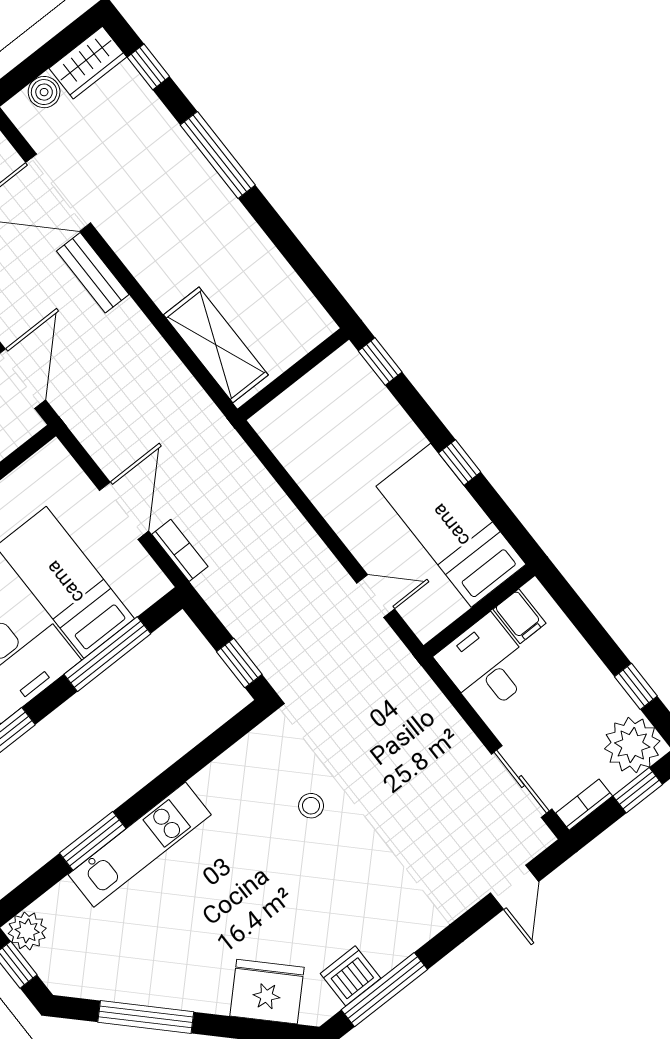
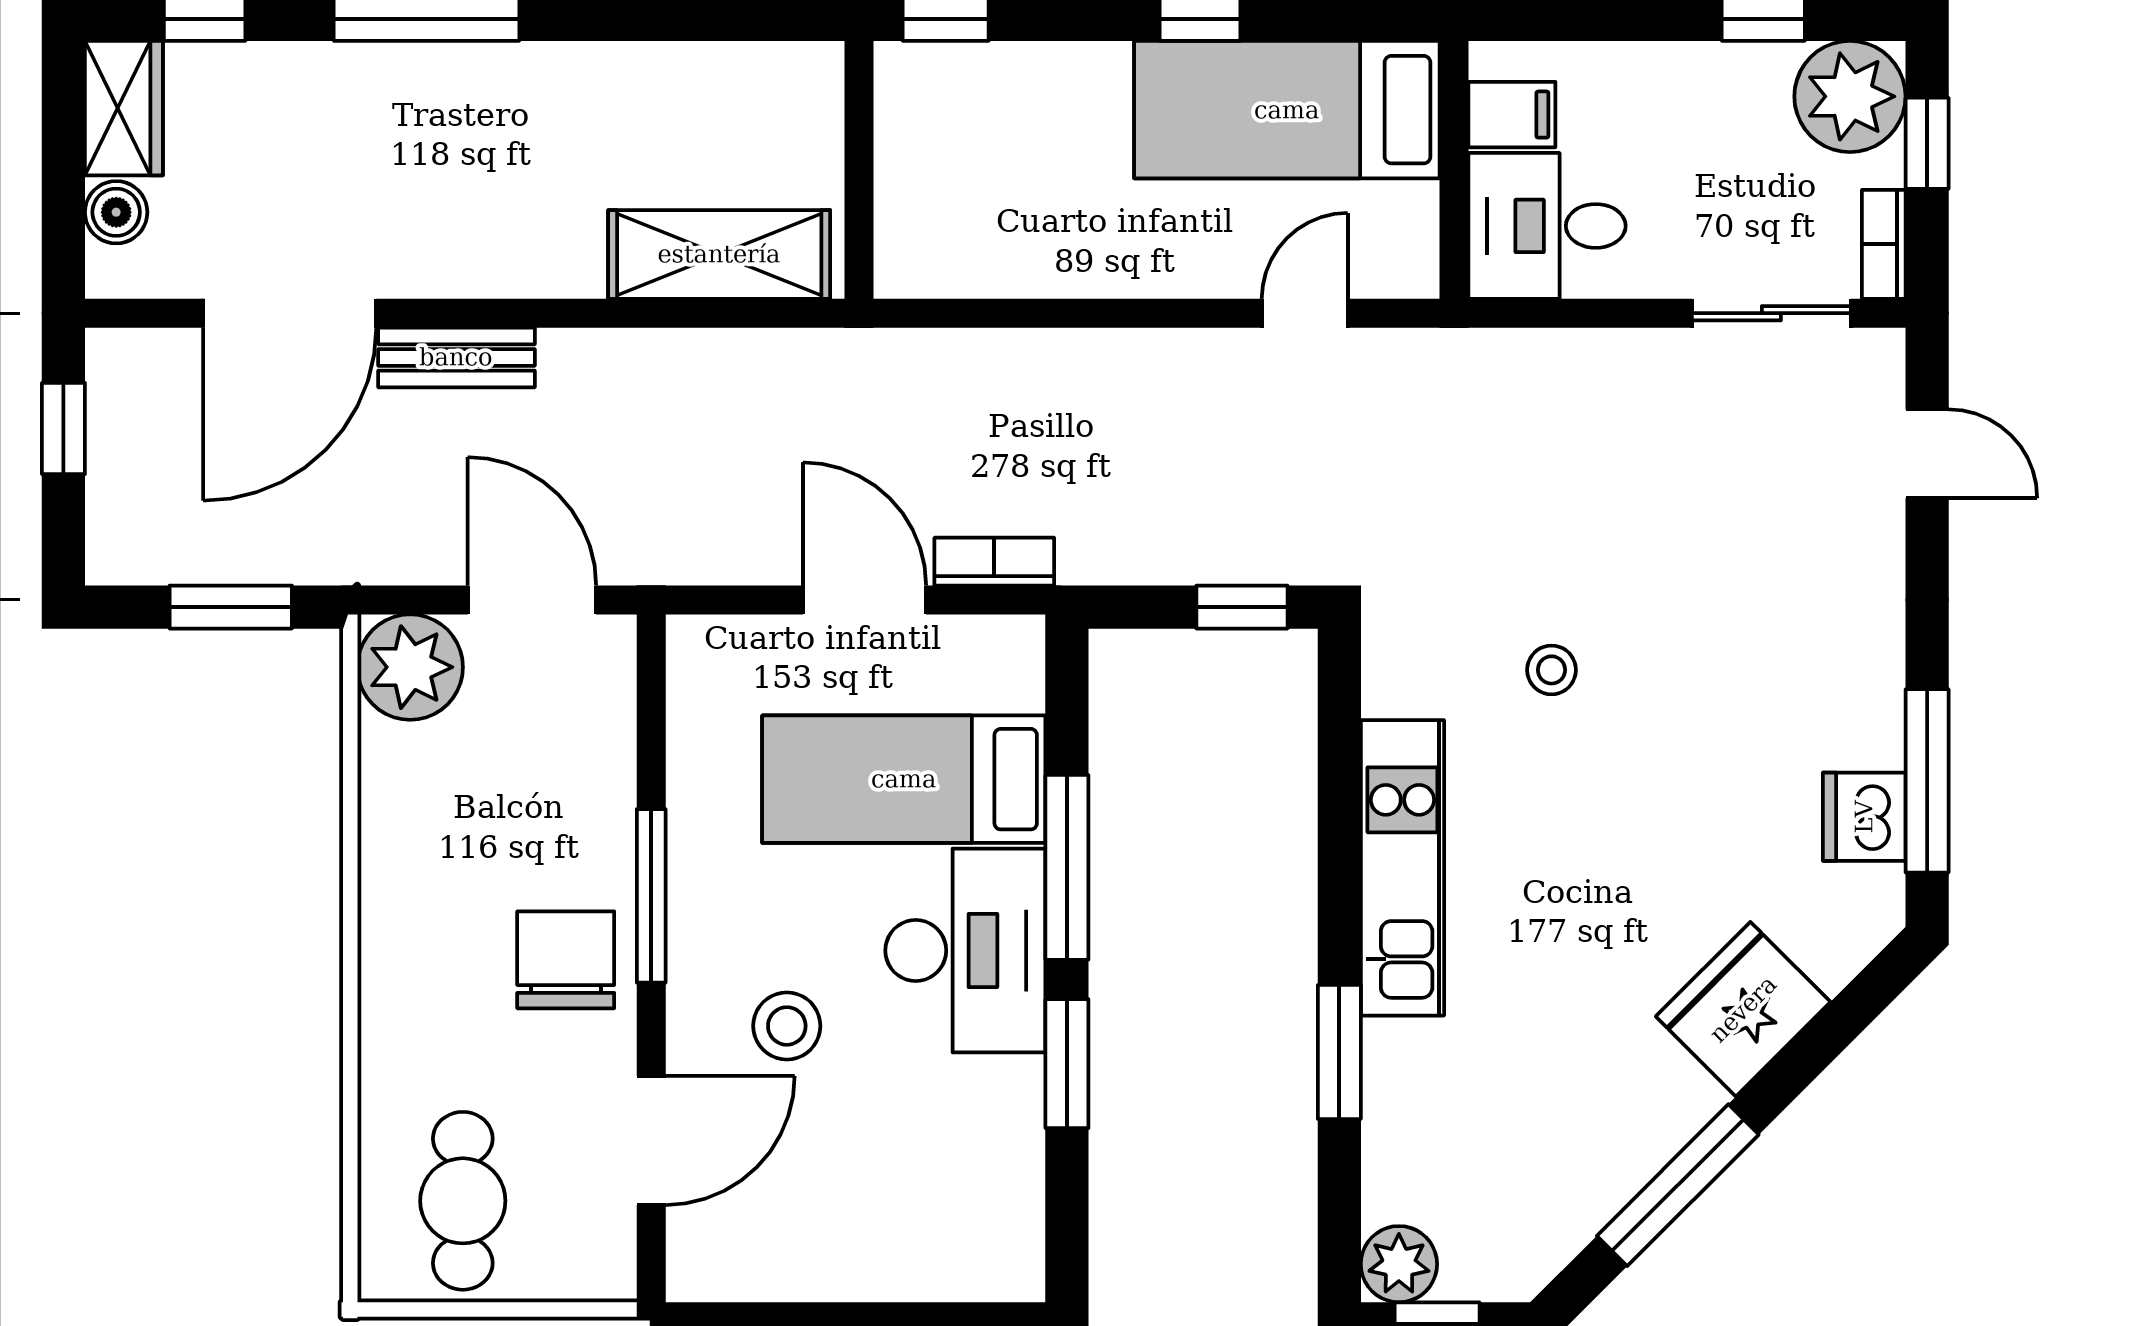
window: (107, 654) -> (1067, 867), moved
kitchen unit: (140, 845) -> (1402, 868), moved
fridge: (267, 992) -> (1743, 1009), moved

